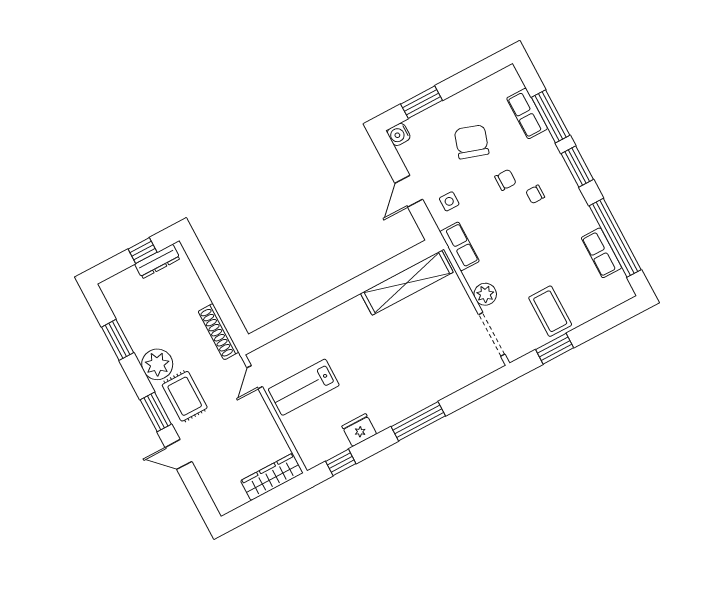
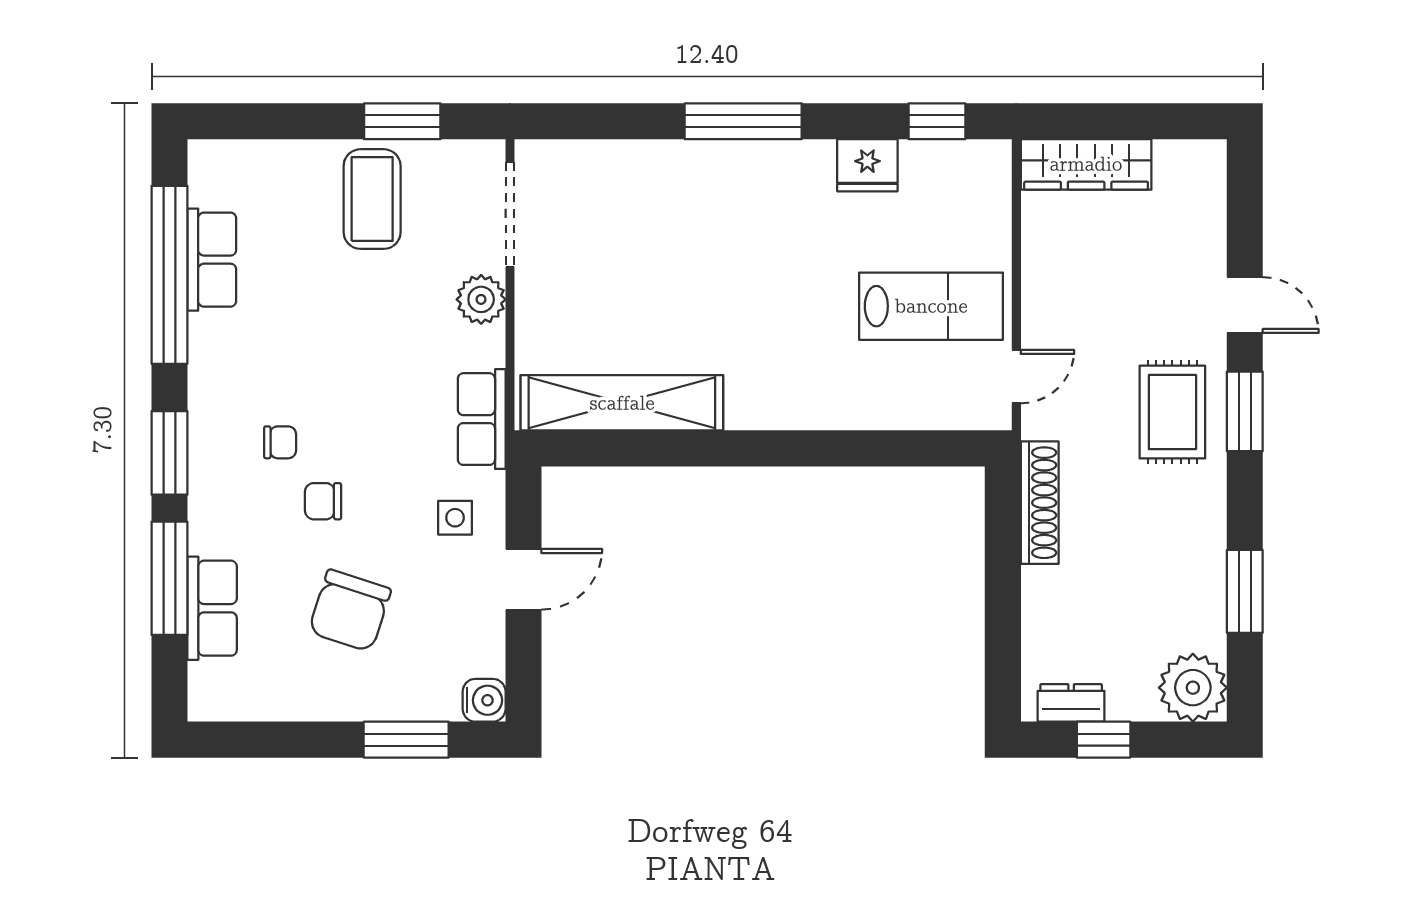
dresser: (157, 261) -> (1071, 703), width x0.70
plant: (157, 364) -> (1193, 688), moved

